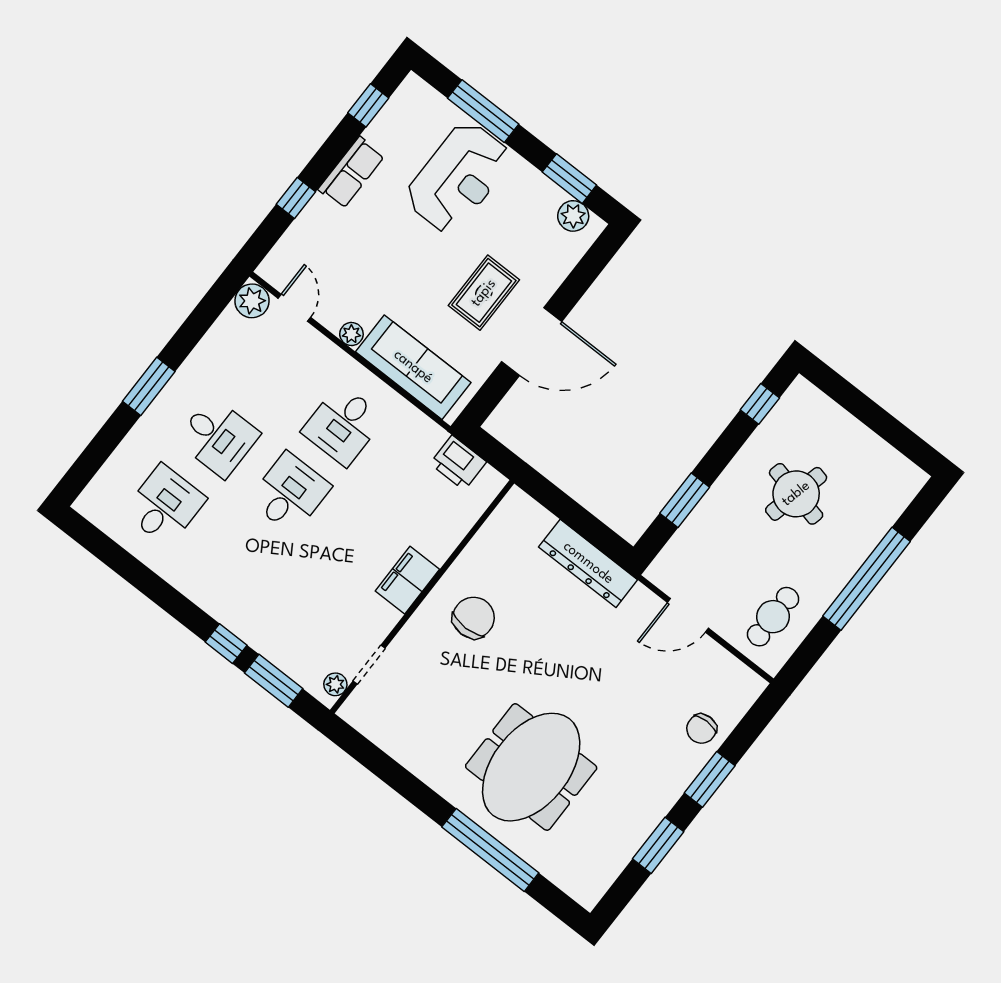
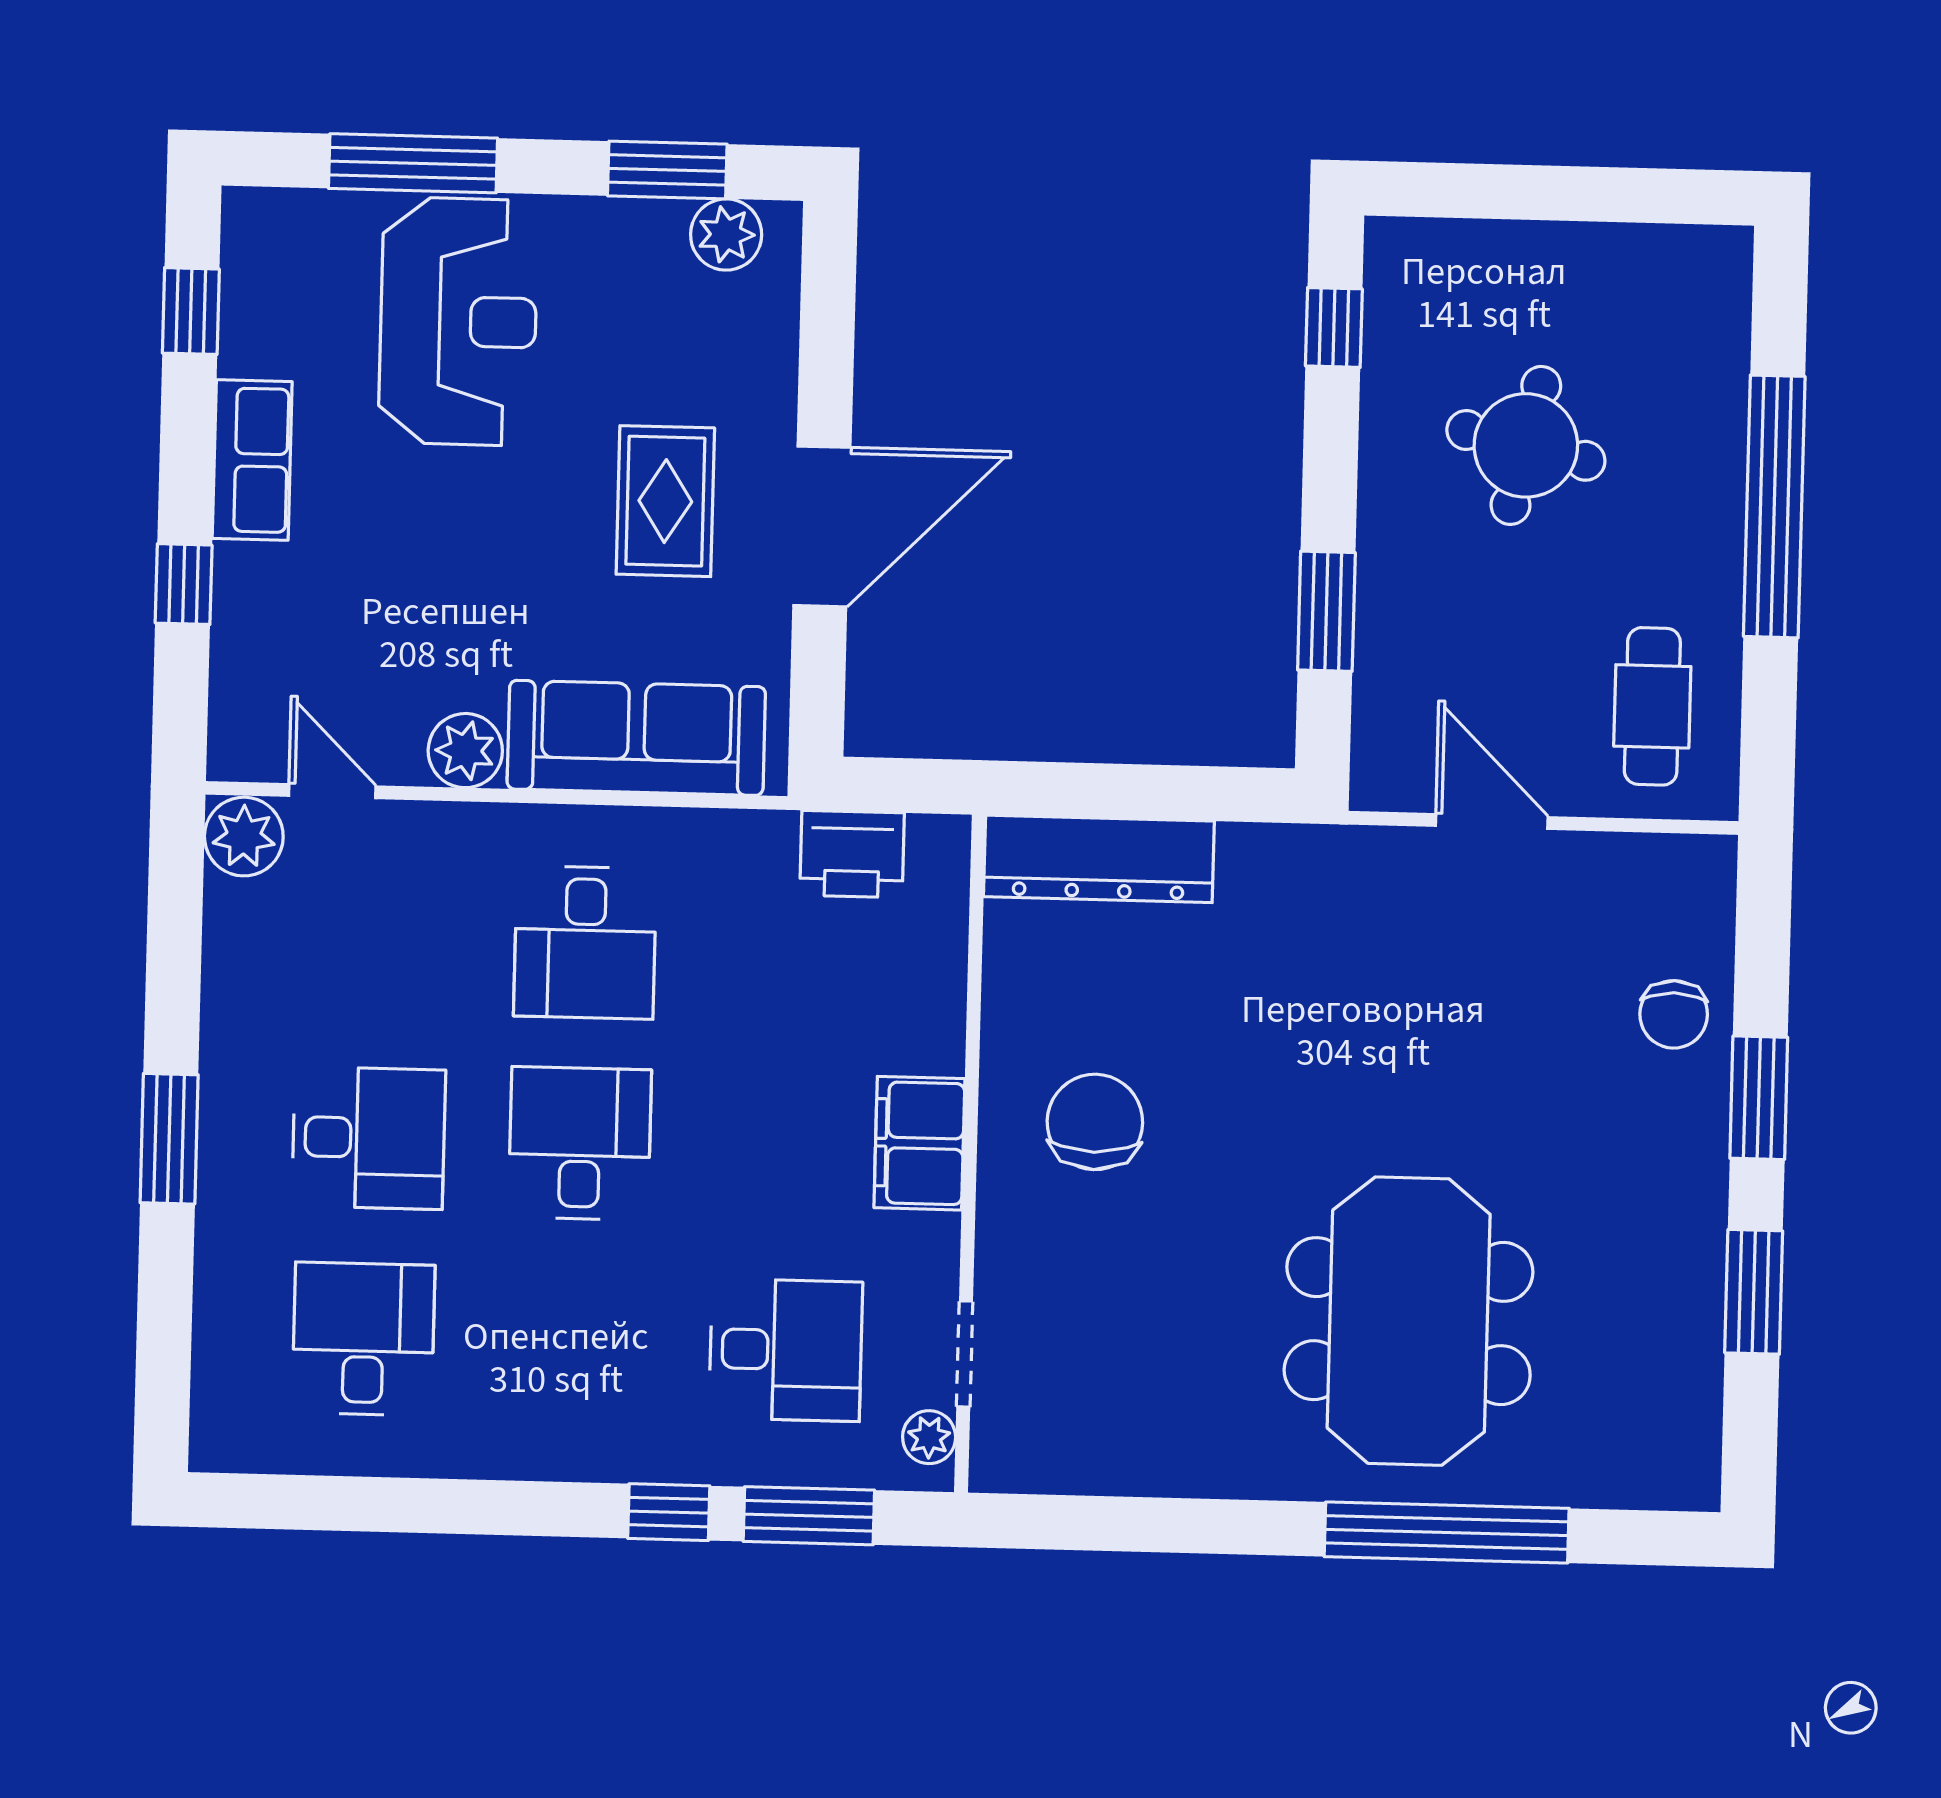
plant: (351, 334) -> (465, 751), width x1.38, depth x1.38
dresser: (588, 563) -> (1099, 859), moved
door: (688, 615) -> (1492, 821), swing flipped
desk: (308, 617) -> (786, 1350), added

